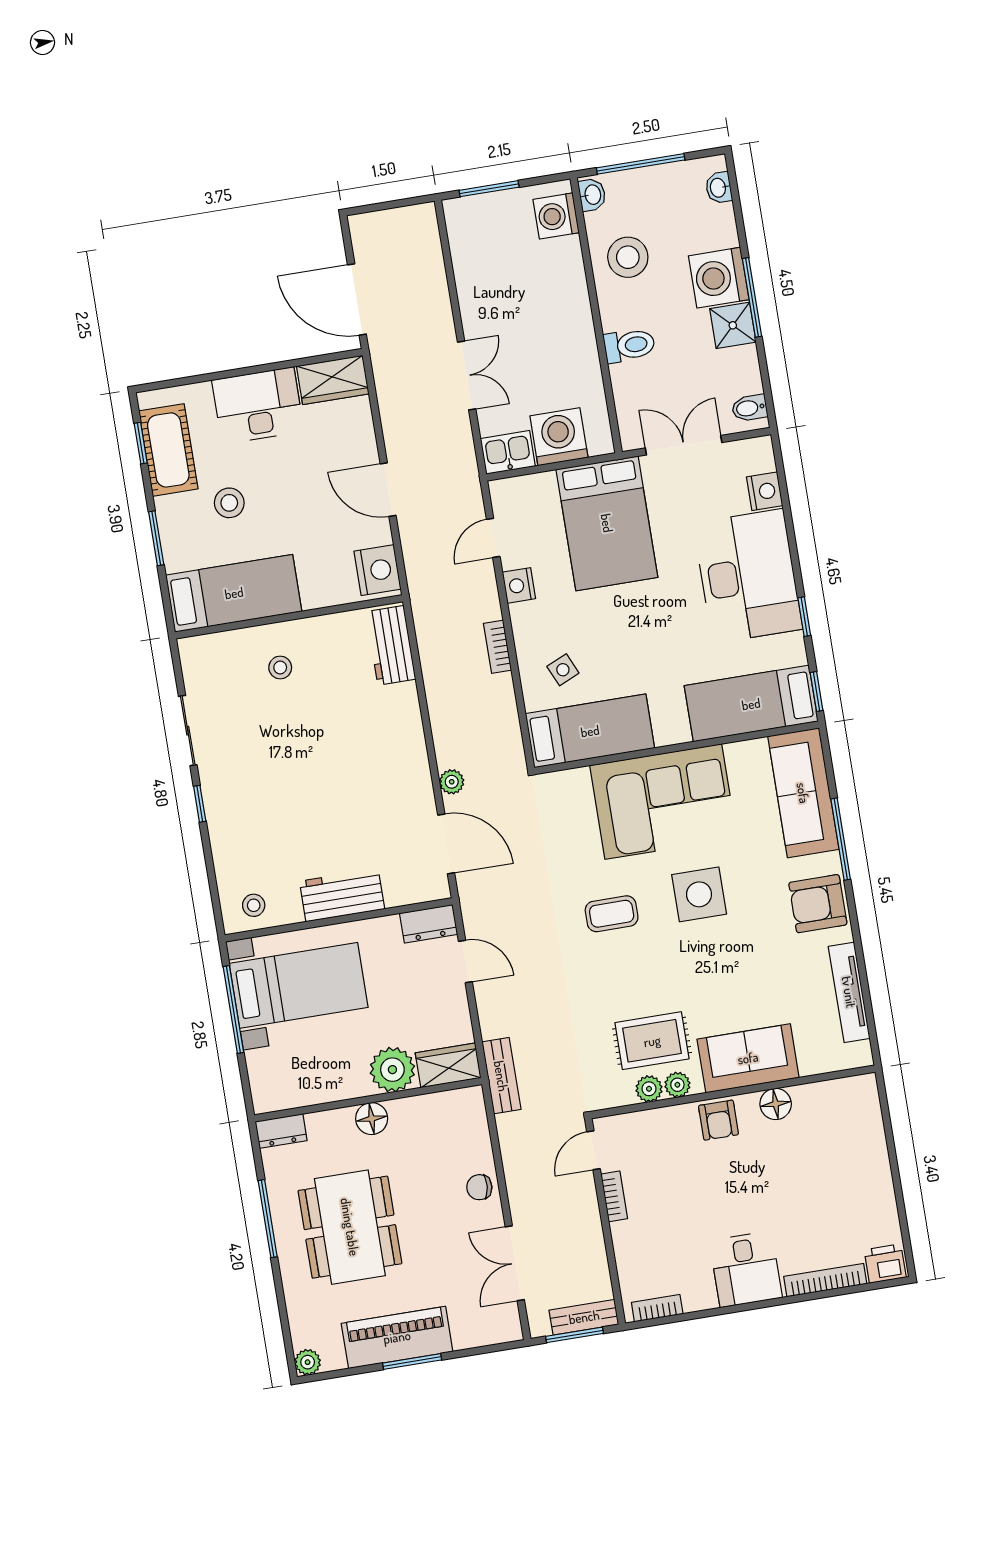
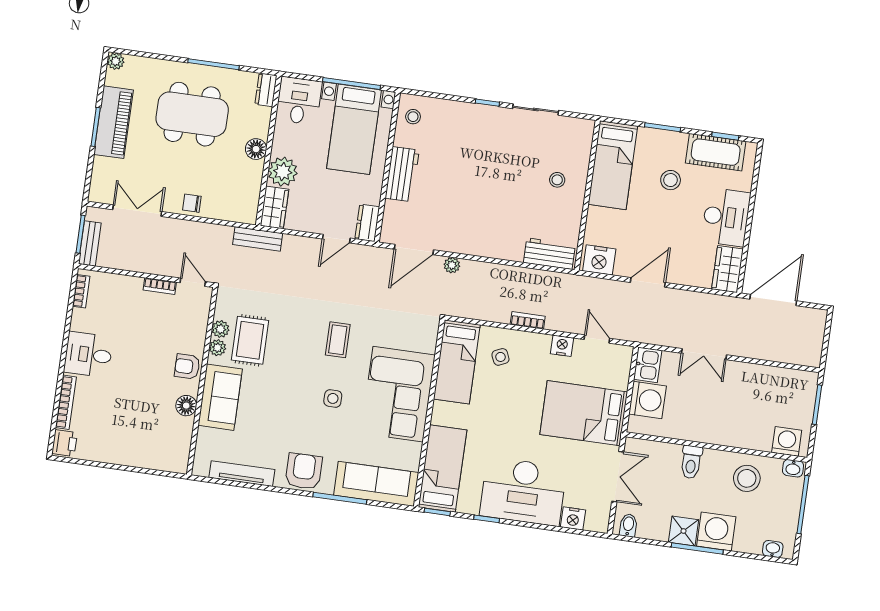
side table: (699, 894) -> (333, 398), width x0.54, depth x0.54
desk: (282, 1078) -> (299, 101), added
chair: (479, 1187) -> (192, 203), turned -95

